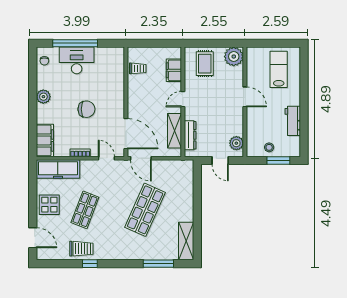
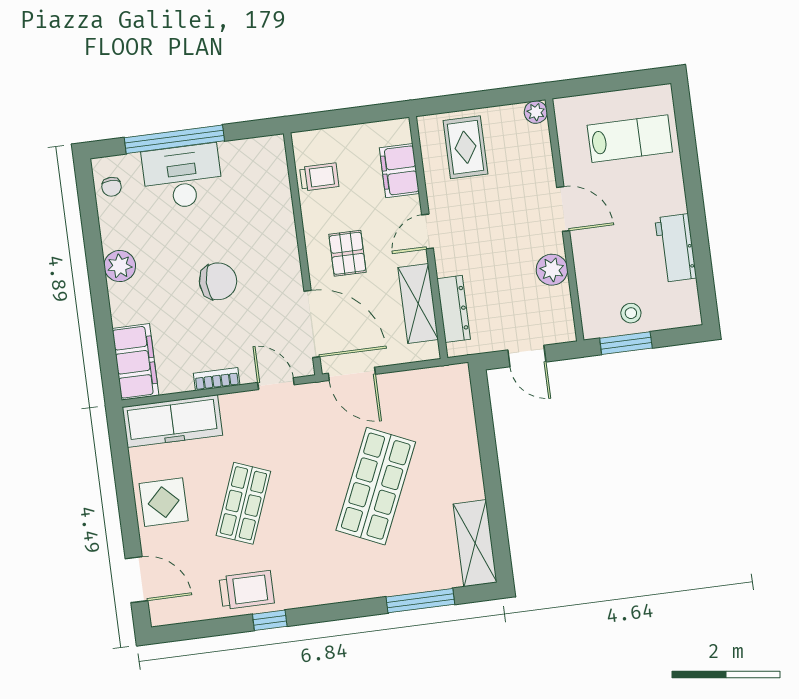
plant: (234, 57) -> (536, 112), width x0.53, depth x0.53
lab bench: (279, 69) -> (630, 139), turned 90
pallet: (146, 104) -> (347, 253), added
plant: (236, 143) -> (552, 270), moved
window: (278, 160) -> (626, 343), moved

